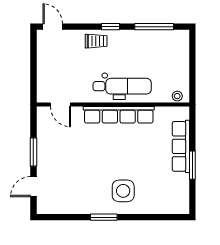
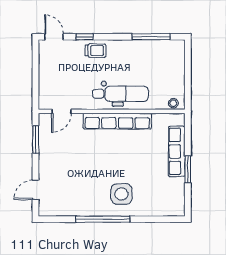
window: (111, 27) -> (85, 37), moved
door: (60, 105) -> (61, 111), hinge flipped
window: (33, 152) -> (36, 140), moved
window: (104, 217) -> (103, 219), width x2.11

